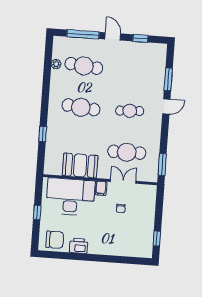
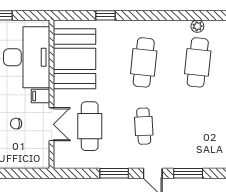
booth: (80, 165) -> (74, 59), width x1.36, depth x1.42
window: (162, 165) -> (114, 173), moved

